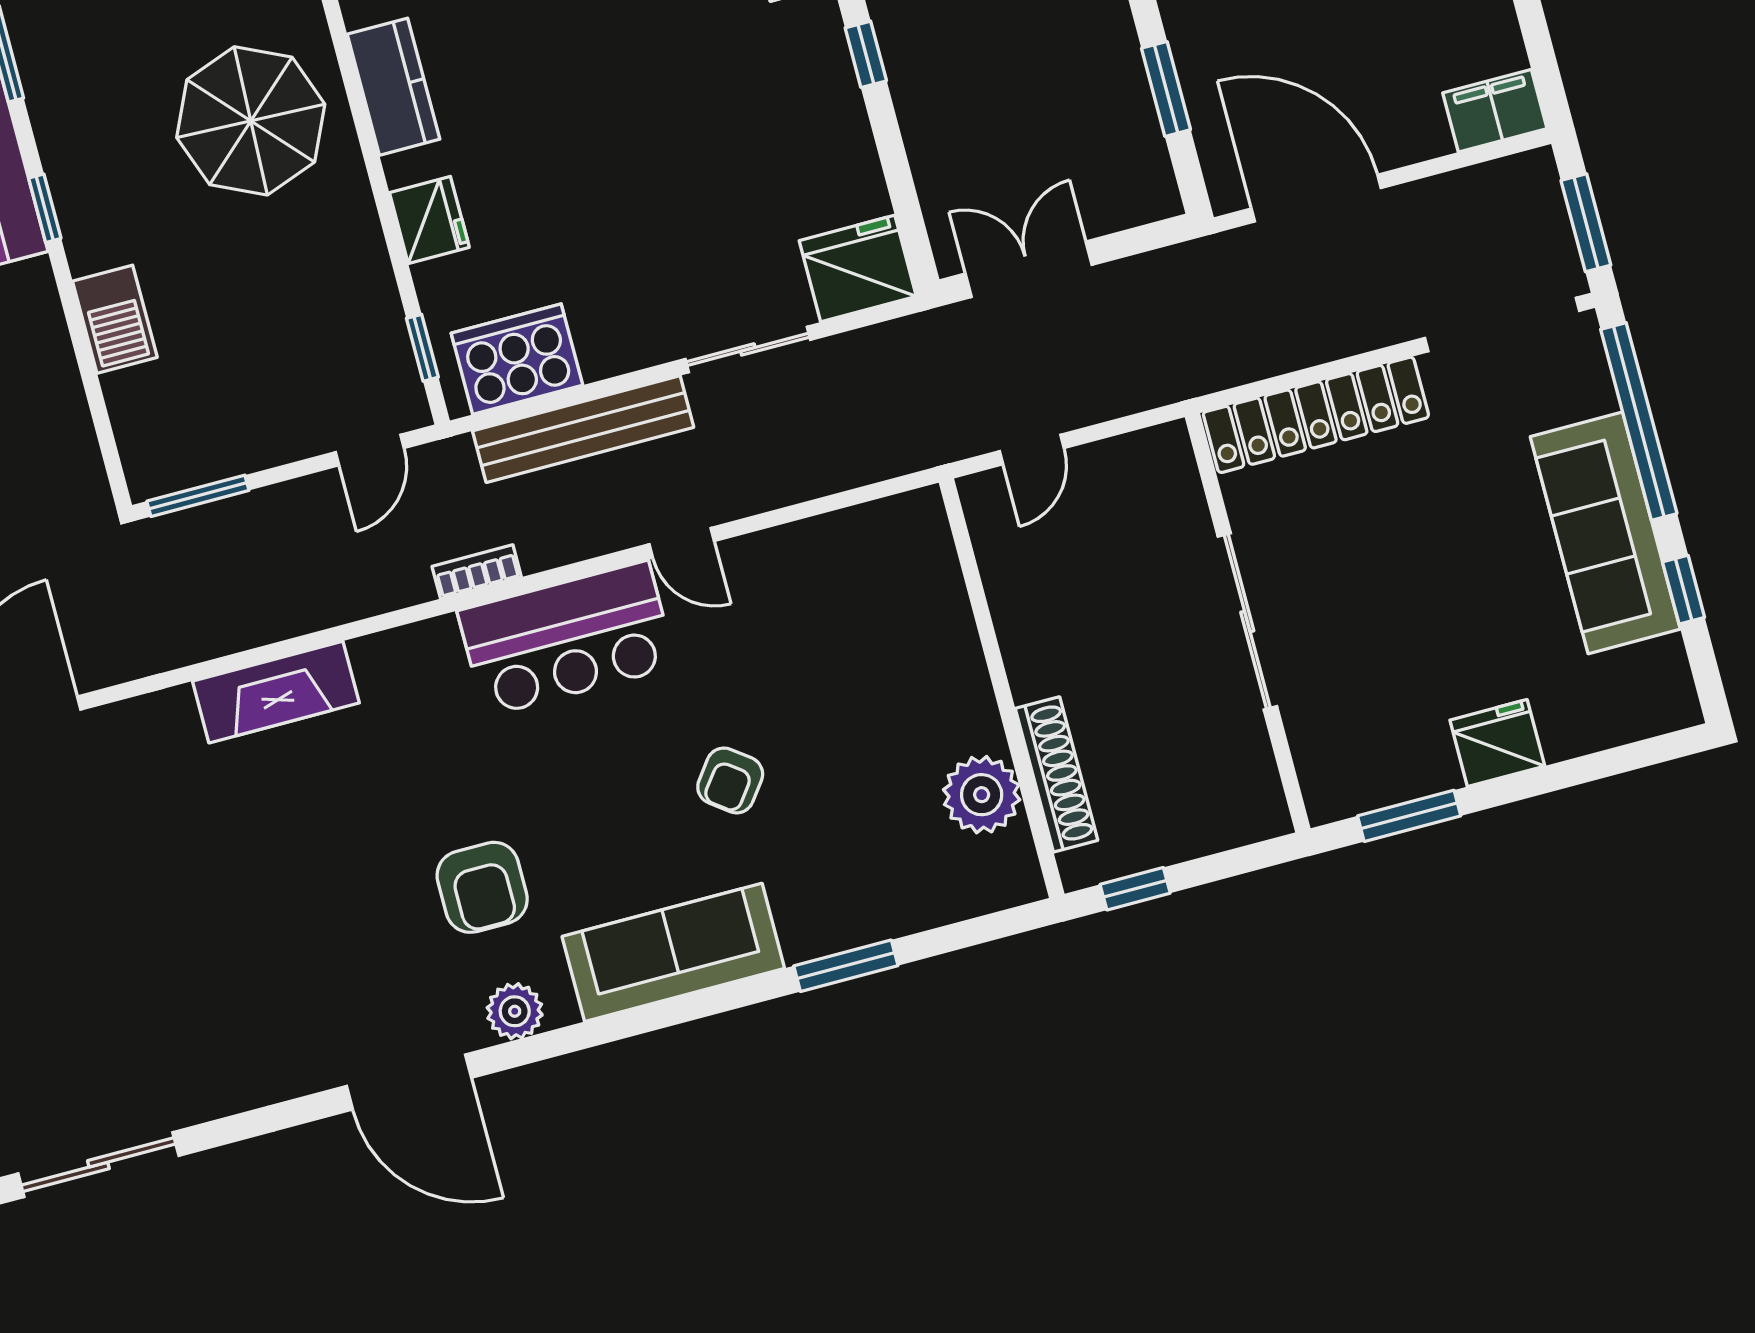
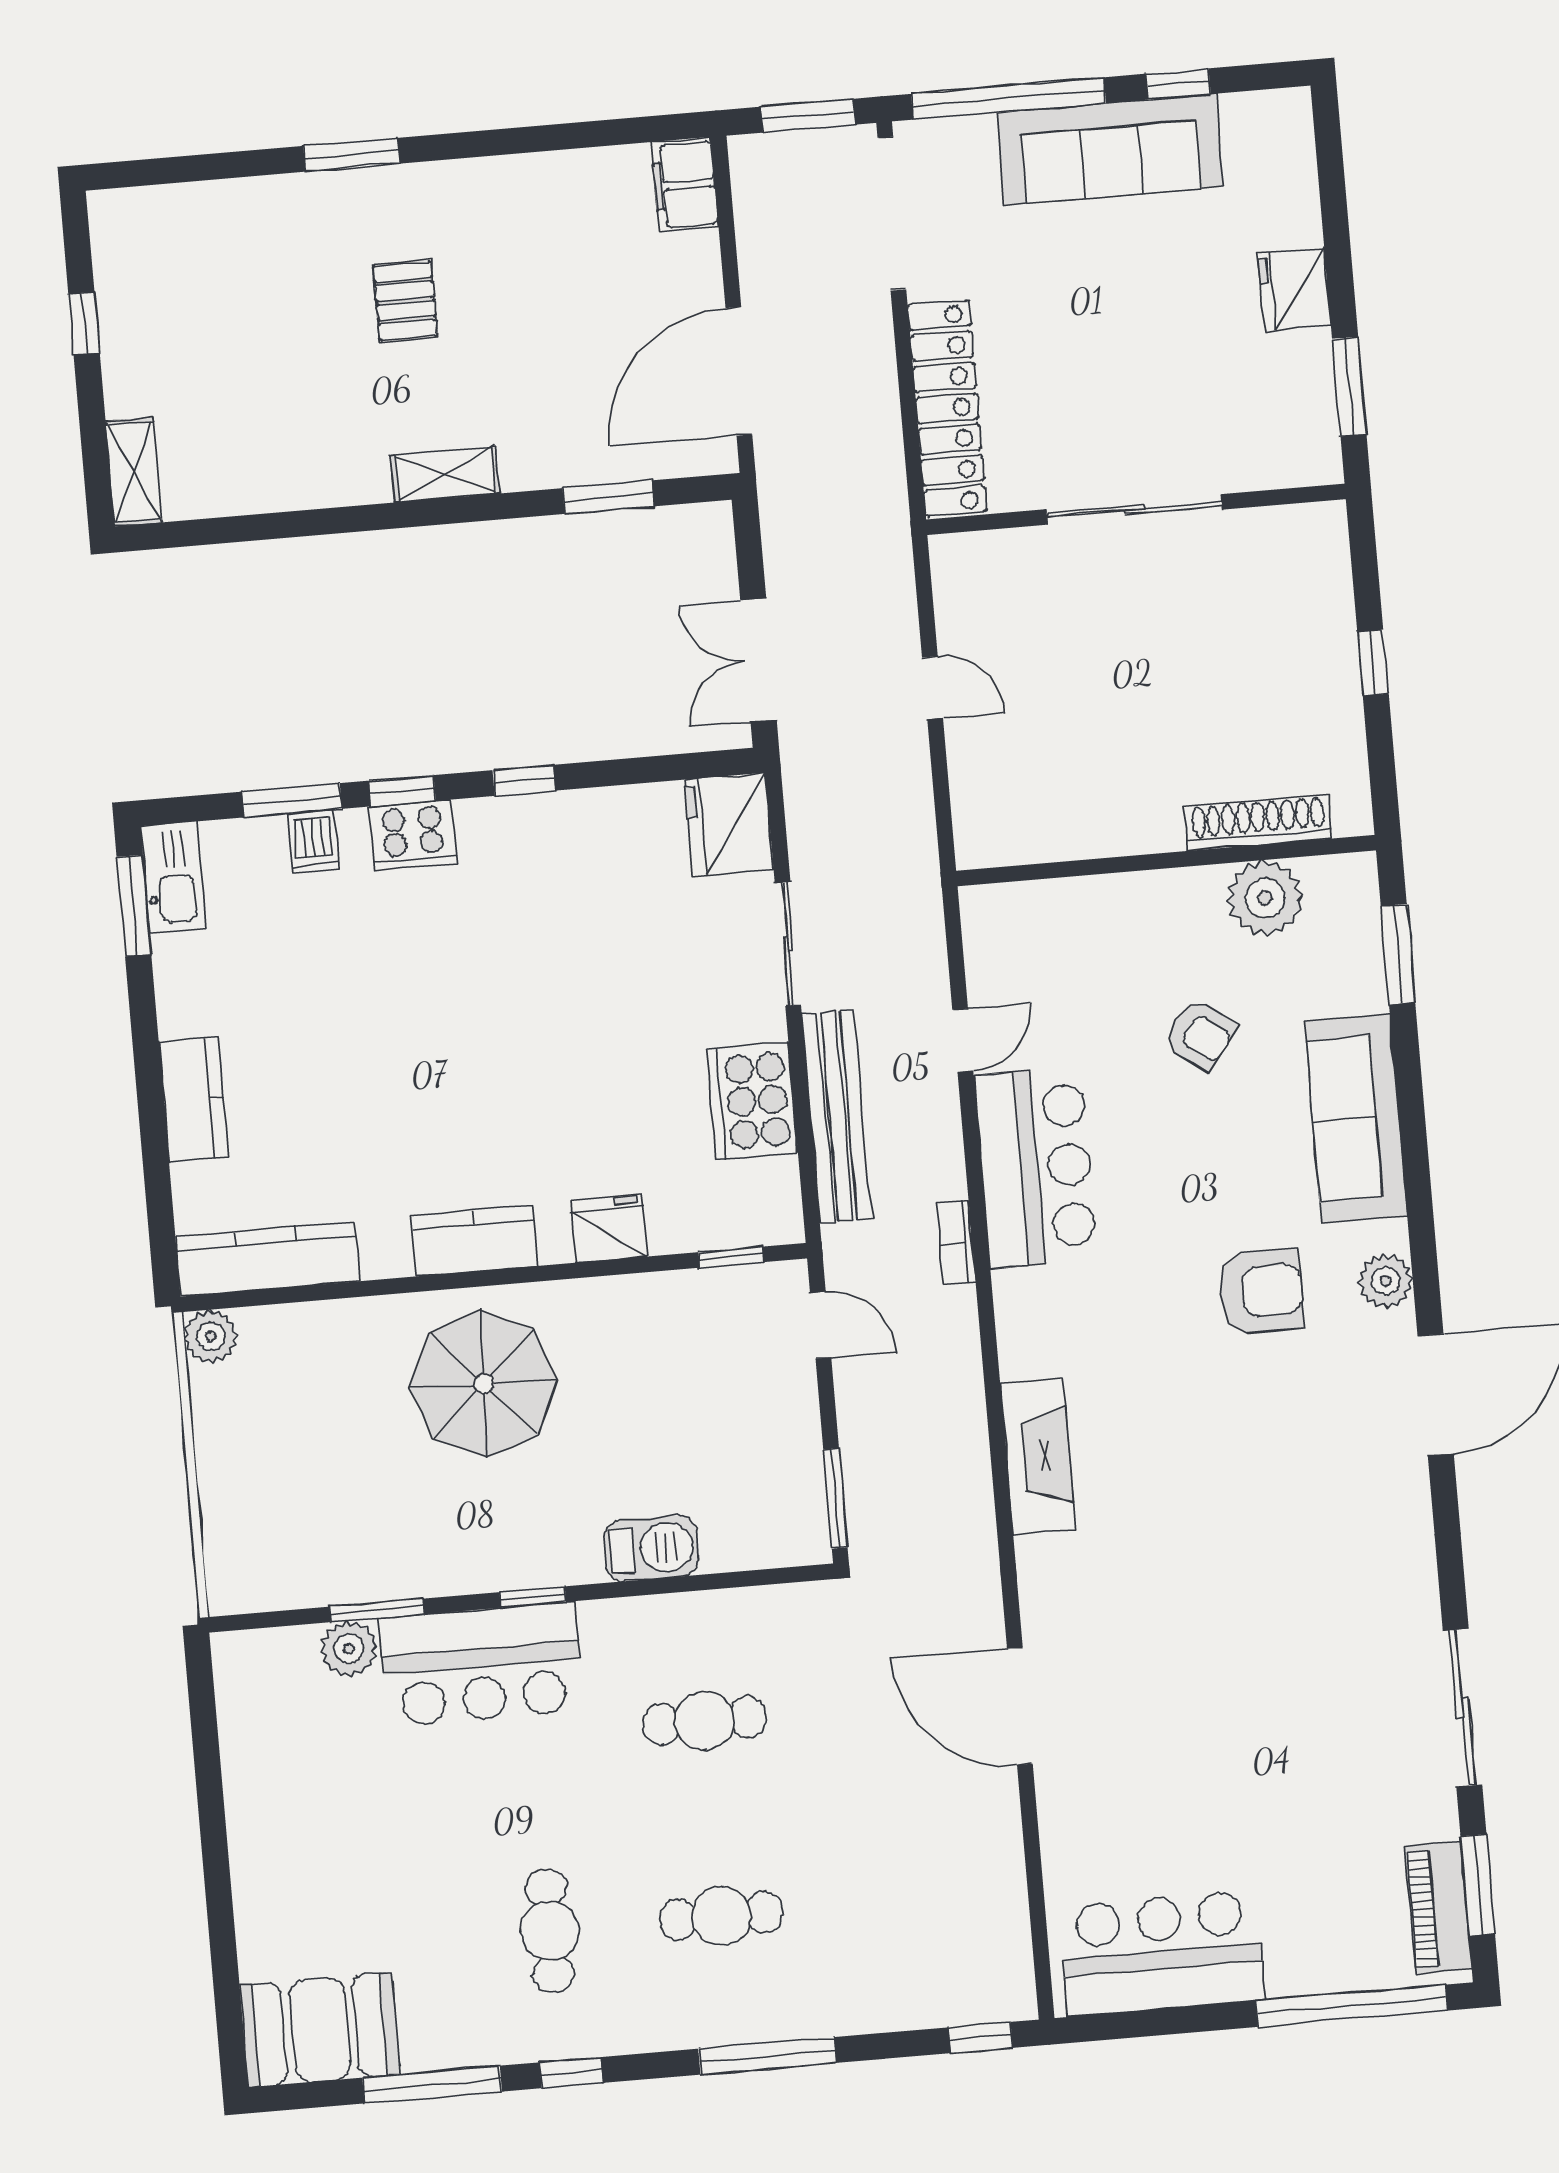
cooker: (517, 359) -> (752, 1101), moved
wall: (1002, 688) -> (1166, 861), moved
shoe rack: (1056, 774) -> (1258, 822), moved
plant: (982, 795) -> (1265, 898), moved

